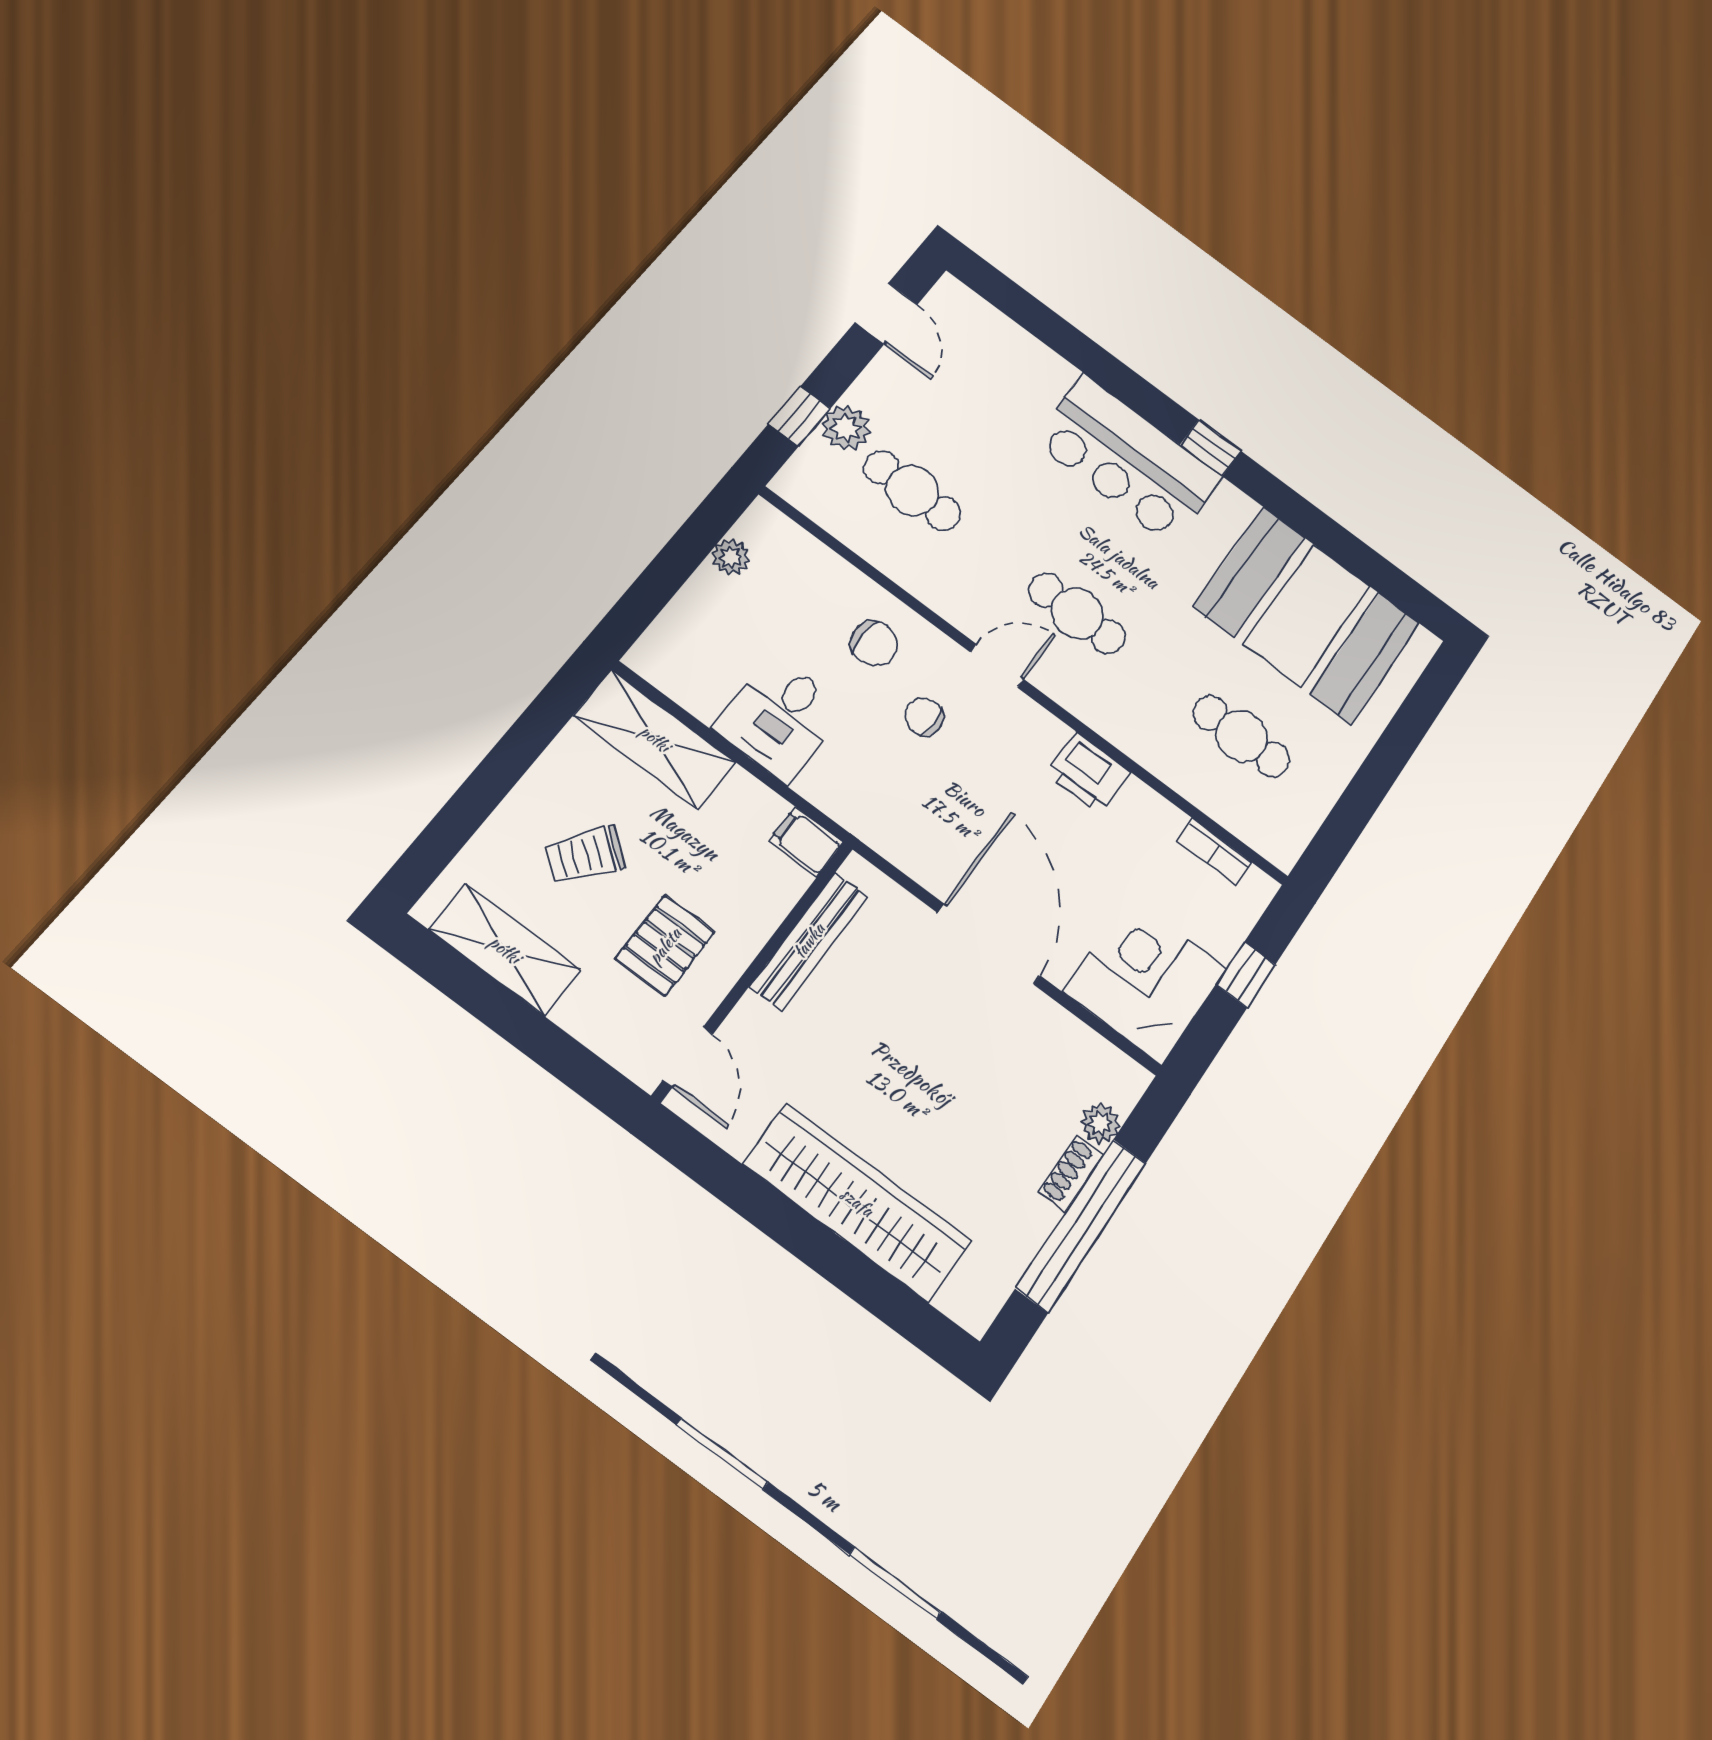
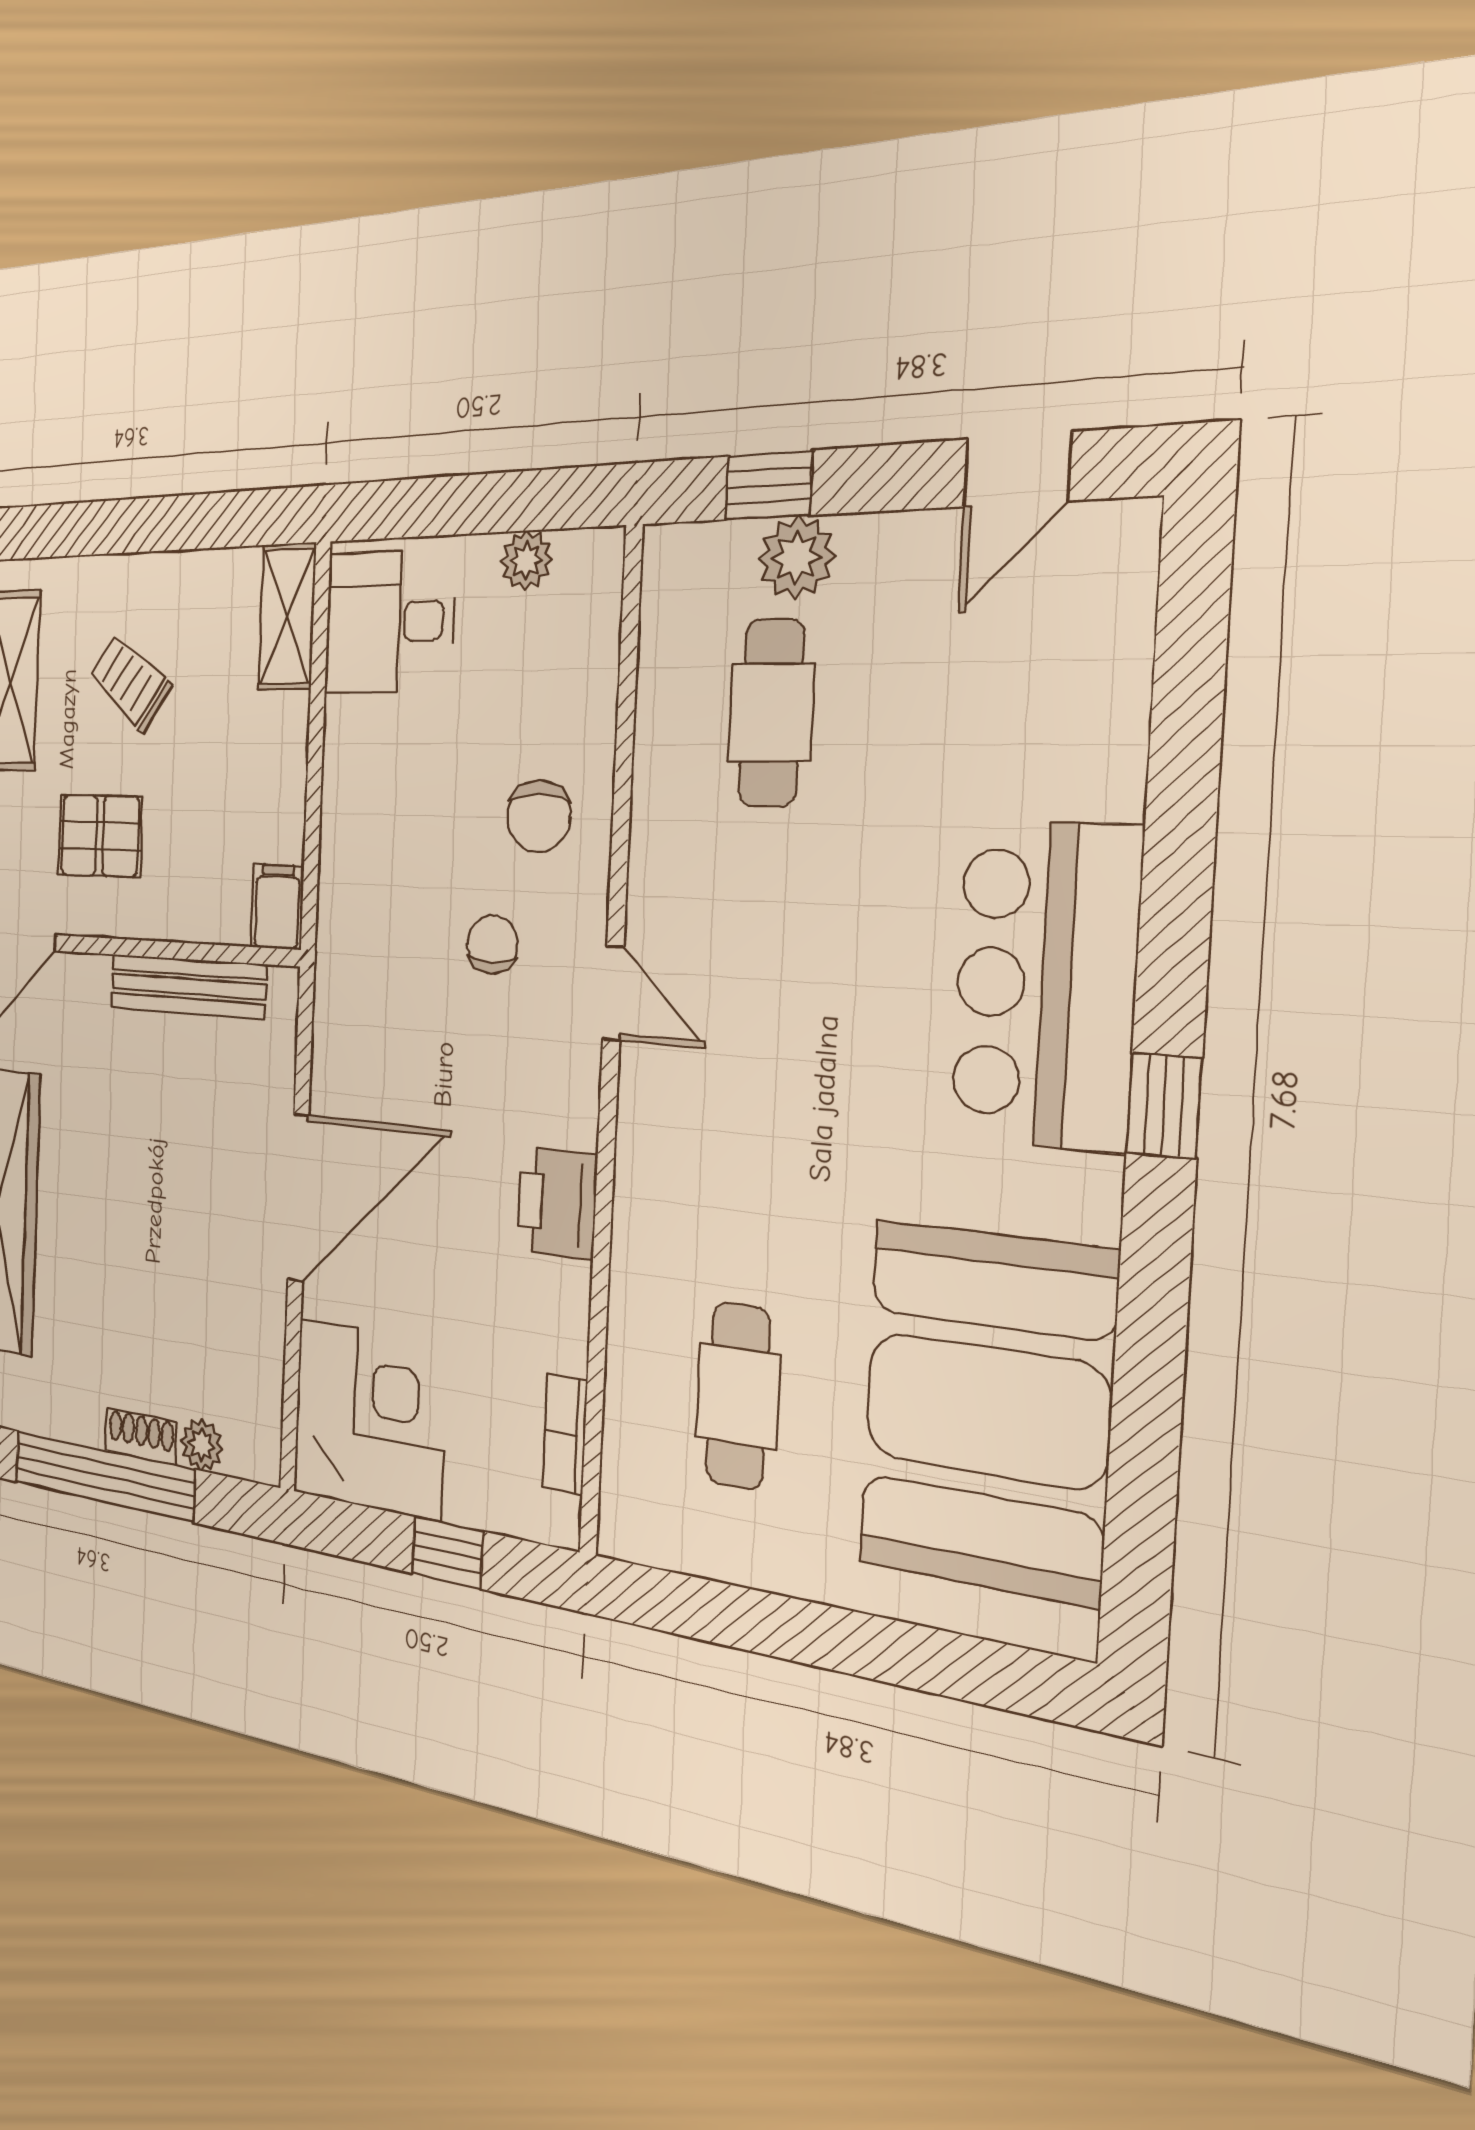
cafe table: (1077, 613) -> (754, 1057), removed
desk: (780, 719) -> (389, 622), moved
shelving: (655, 739) -> (287, 617), width x0.67, depth x0.75

